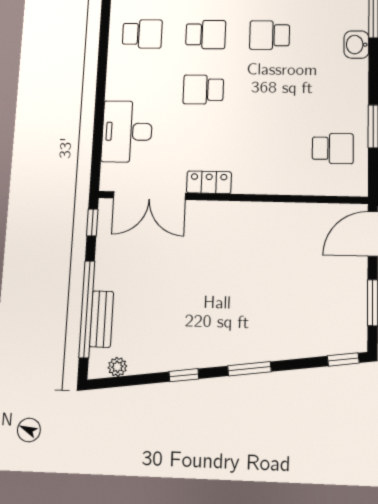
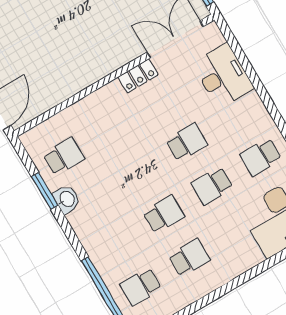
washbasin: (356, 45) -> (67, 199), moved
school desk: (333, 148) -> (64, 156), turned 180

